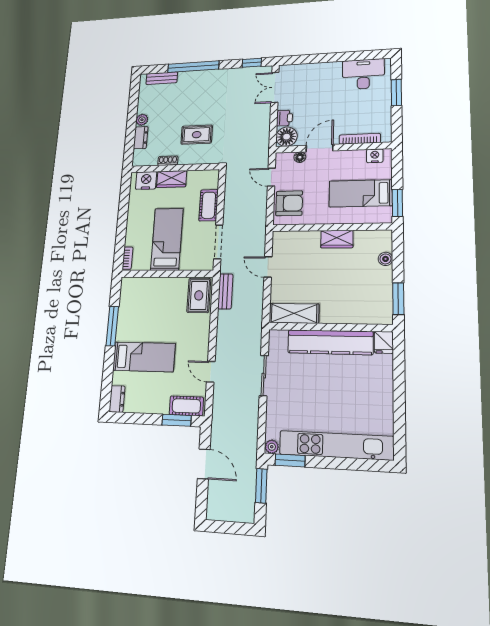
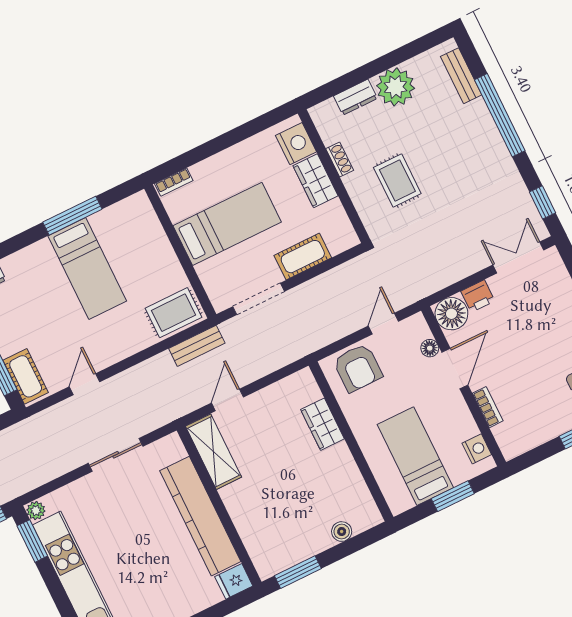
plant: (142, 120) -> (396, 87), width x1.87, depth x1.87
bookcase: (360, 139) -> (488, 407), width x0.64
door: (320, 148) -> (455, 369), hinge flipped
window: (397, 203) -> (453, 496), moved
wardrobe: (337, 239) -> (322, 424), moved
door: (268, 267) -> (227, 400), moved
bed: (144, 357) -> (87, 269), moved

